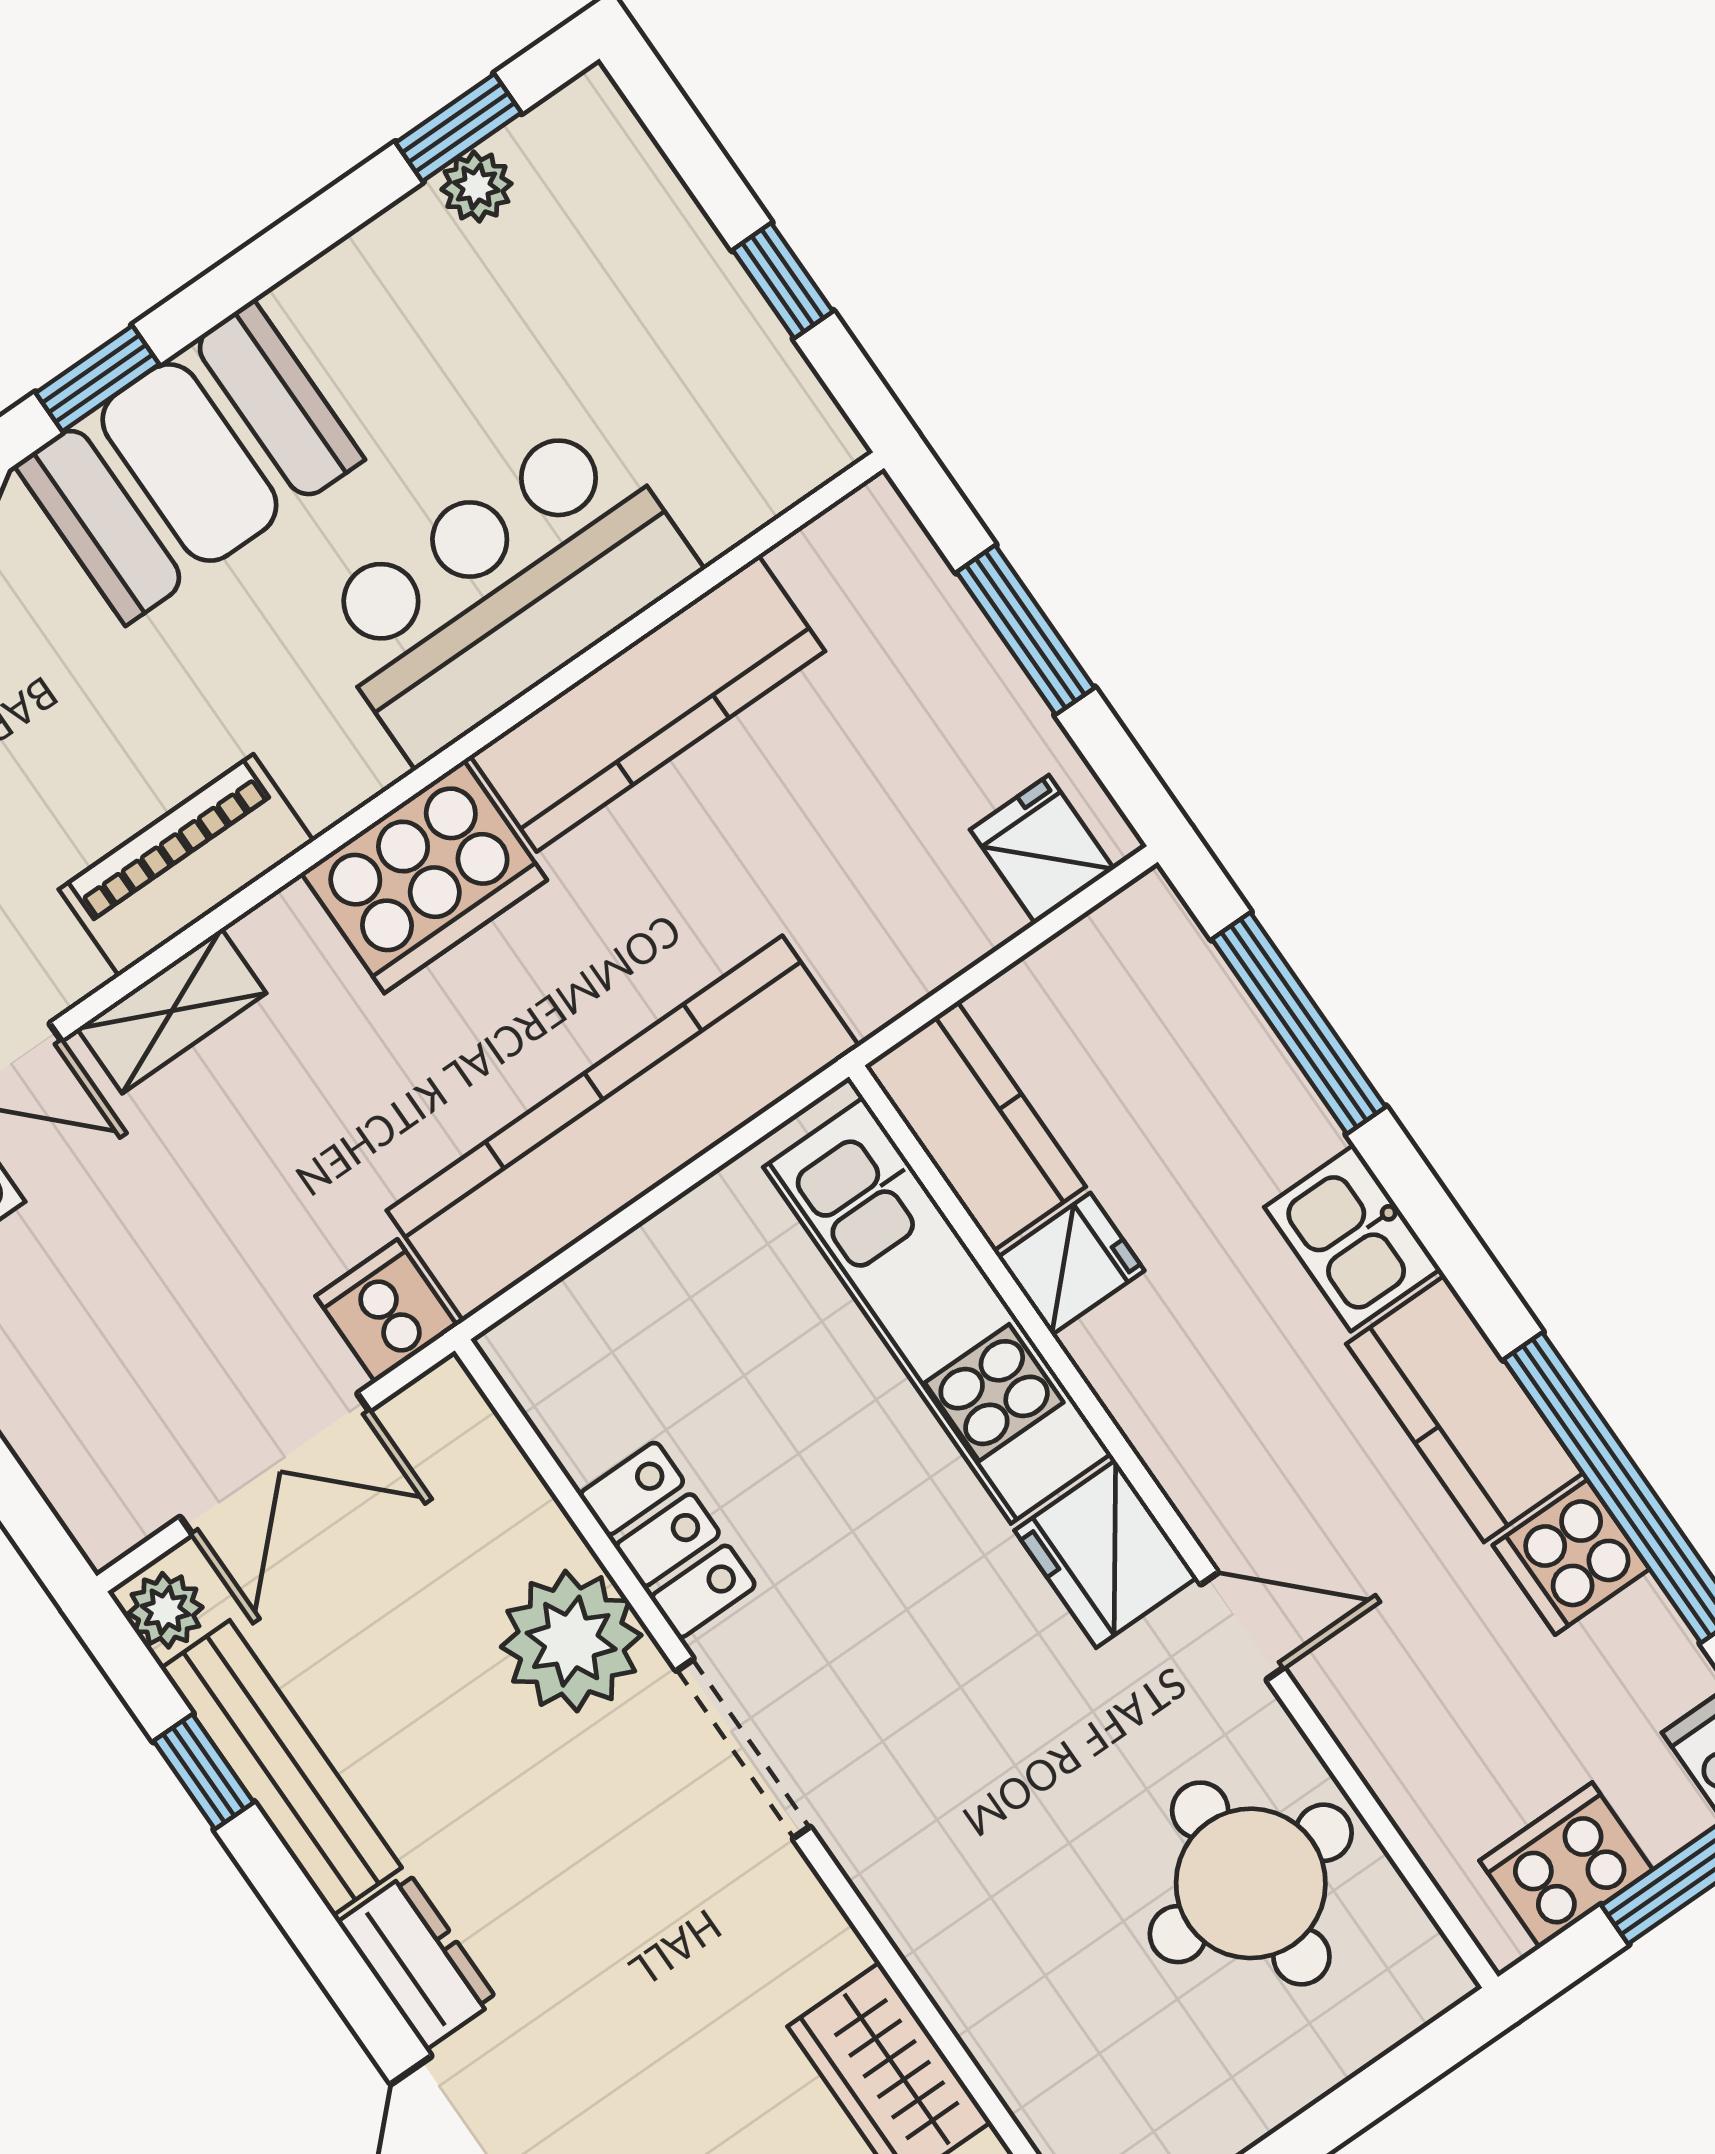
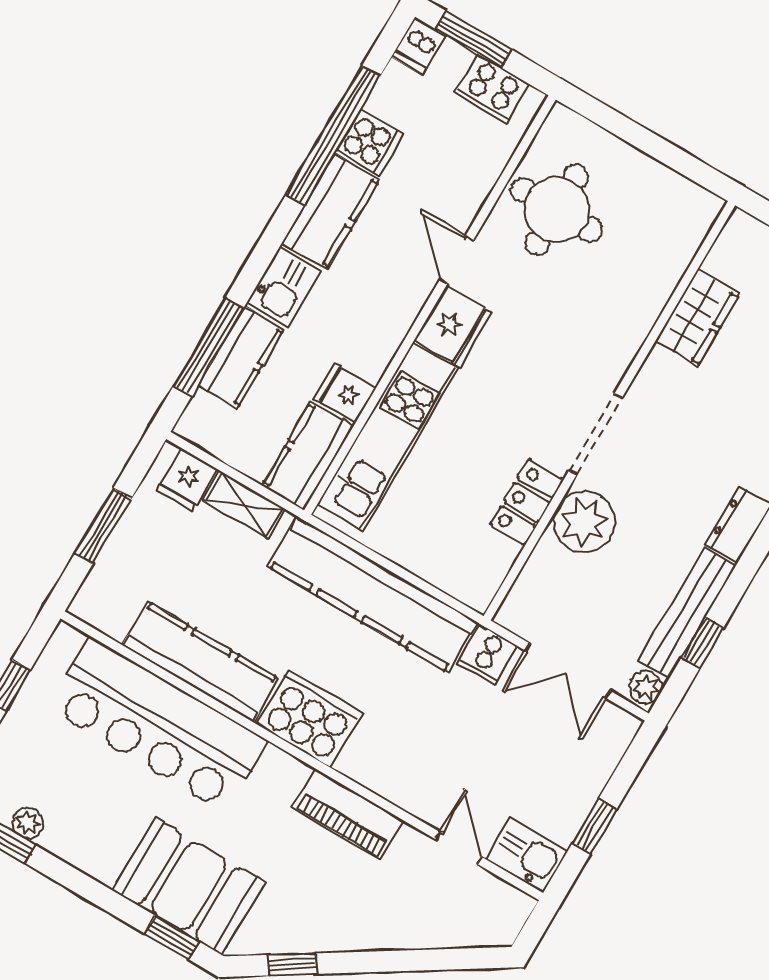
bar counter: (504, 589) -> (158, 725), width x1.36
shelving: (172, 1011) -> (244, 505), moved
kitchen counter: (1246, 1081) -> (241, 357), added
double door: (275, 1464) -> (568, 671), swing flipped

